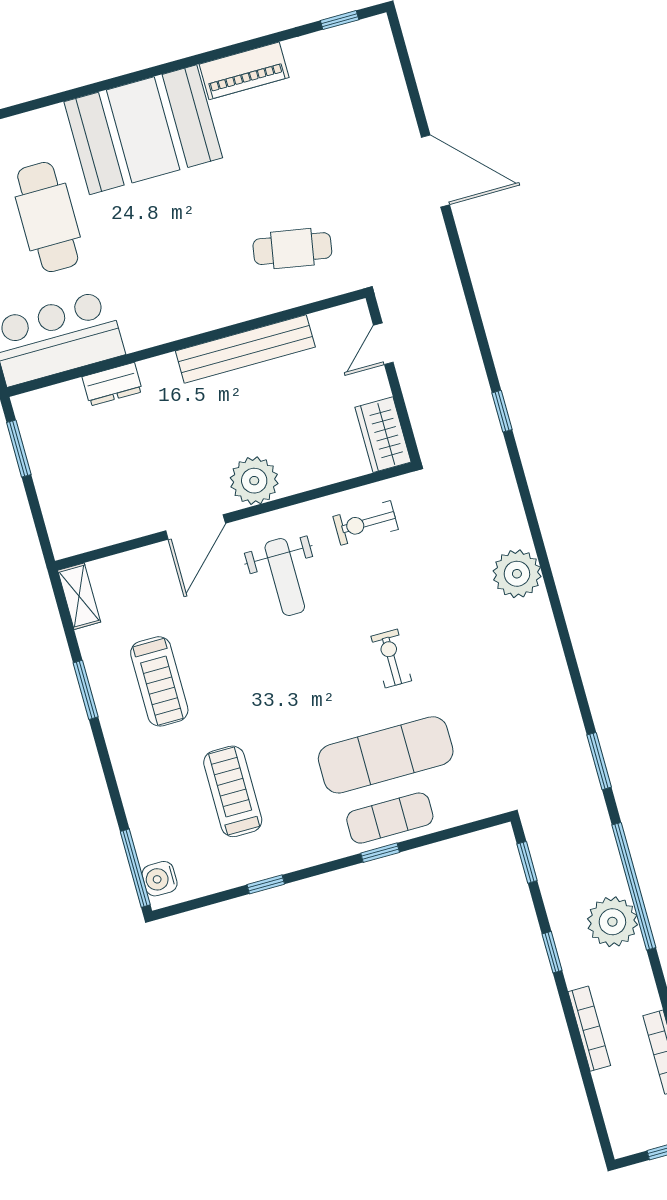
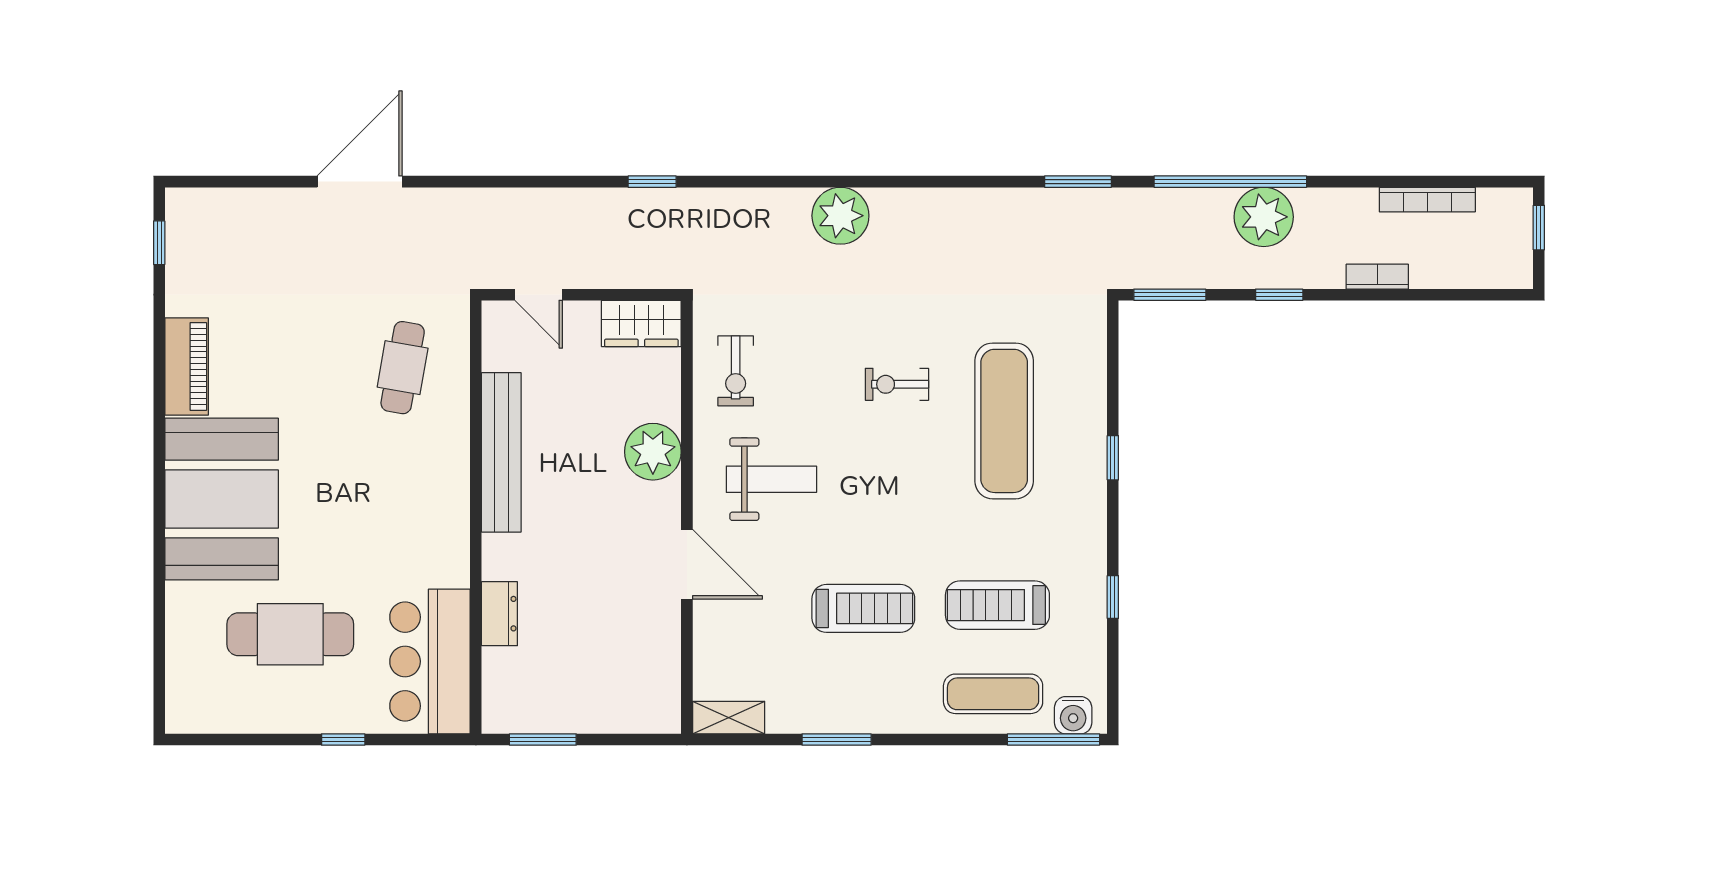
plant: (254, 481) -> (653, 452), moved
treadmill: (159, 681) -> (863, 608), moved
exercise mat: (390, 818) -> (993, 694), moved, turned 90
window: (527, 862) -> (1170, 295), width x1.50
bookcase: (589, 1029) -> (1377, 277), width x0.64

